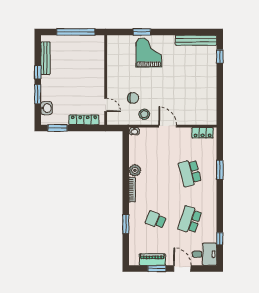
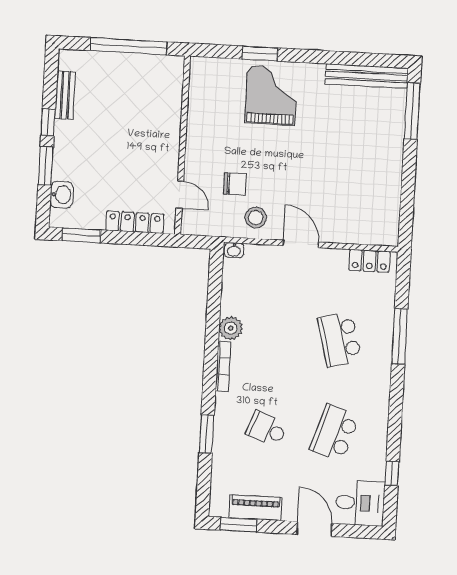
window: (220, 56) -> (412, 111), width x2.17
bench: (45, 58) -> (65, 95), width x0.73
window: (220, 170) -> (400, 336), width x1.44
window: (157, 269) -> (239, 525), moved

